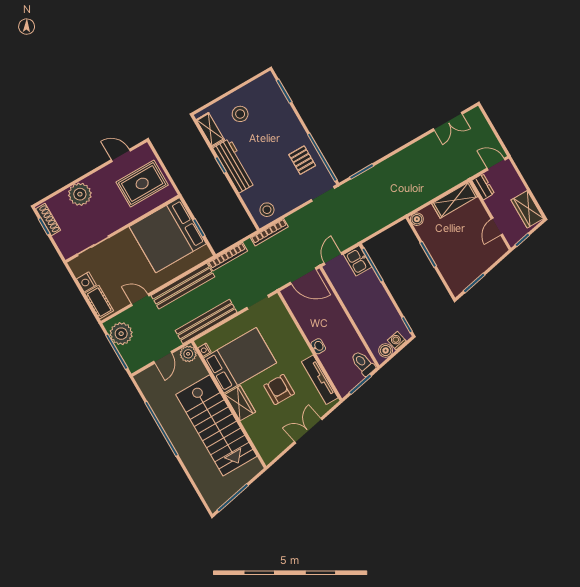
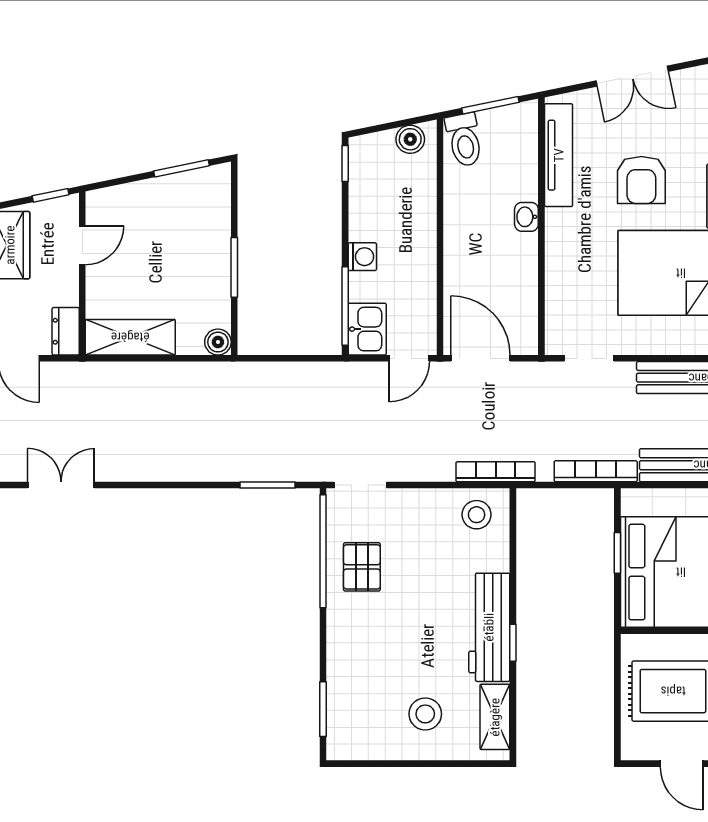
washing machine: (397, 341) -> (362, 257), moved, turned -78

